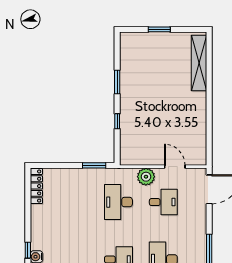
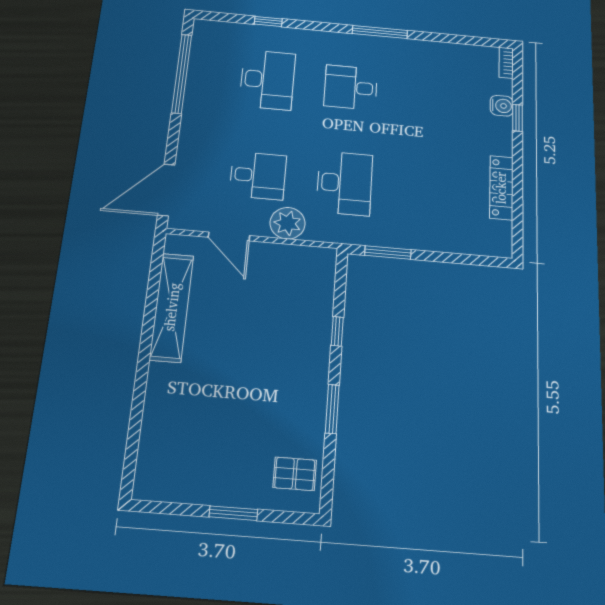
pallet: (133, 50) -> (295, 474), added
shelving: (199, 63) -> (172, 307), moved
locker: (36, 186) -> (501, 188), moved
desk: (163, 202) -> (258, 176), turned 180

